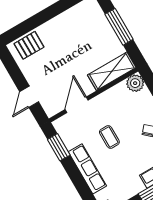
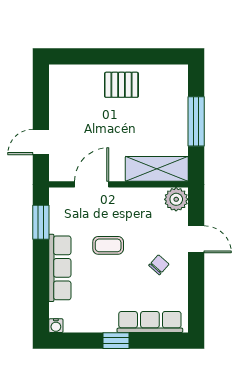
pallet: (29, 45) -> (121, 85), moved
coffee table: (109, 137) -> (108, 245), turned 90

